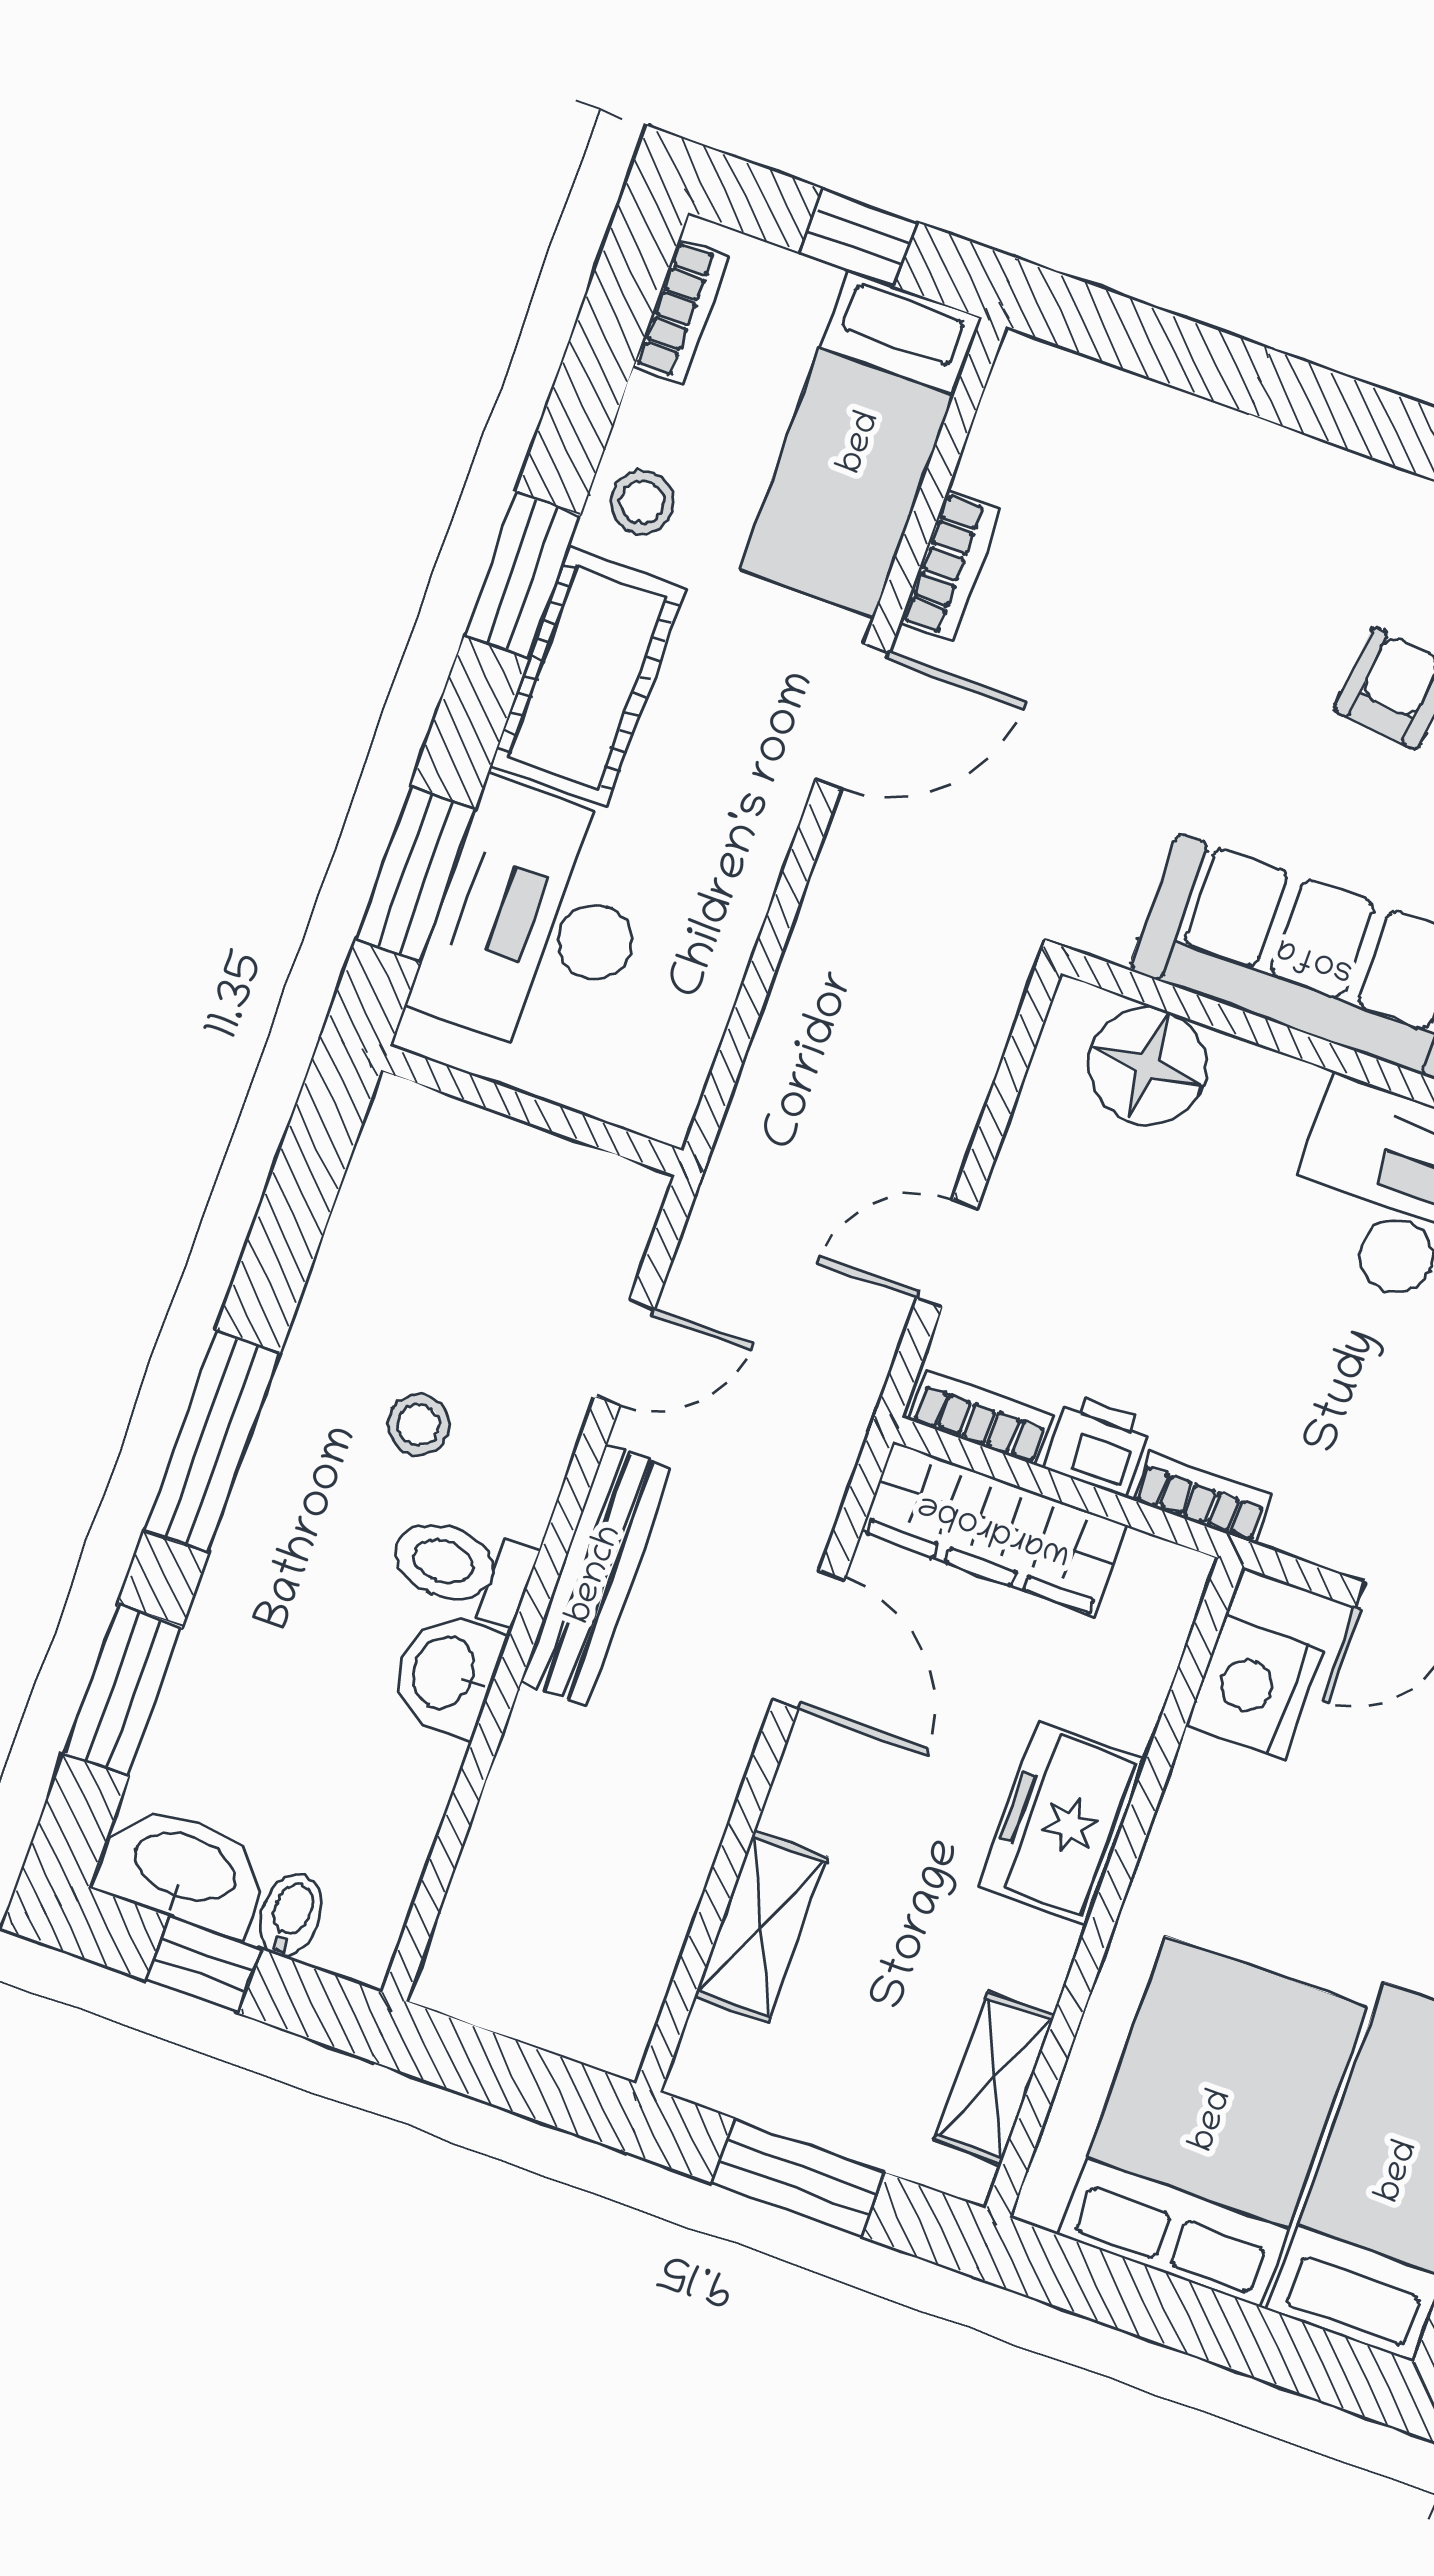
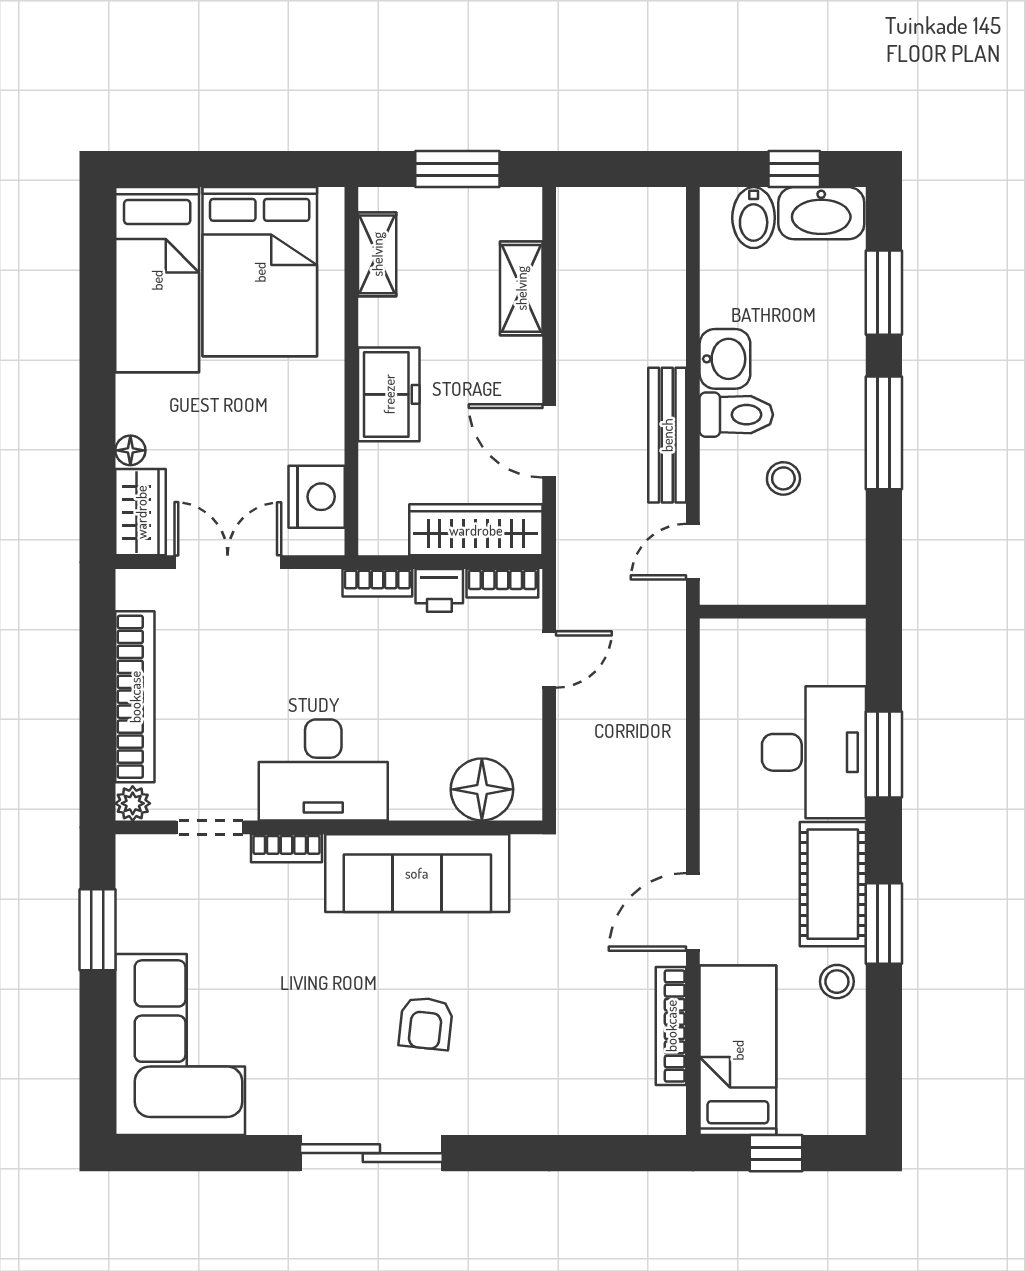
bookcase: (682, 311) -> (851, 1084), removed
bookcase: (950, 566) -> (671, 1026), width x1.56
wall: (532, 1111) -> (783, 612), moved
bidet: (291, 1915) -> (754, 218), width x1.38, depth x1.36

